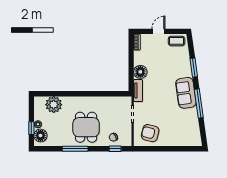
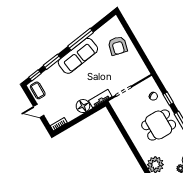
window: (191, 46) -> (35, 75), added
sofa: (186, 93) -> (78, 56), width x1.36
armchair: (150, 133) -> (118, 46), moved
window: (115, 149) -> (168, 99), moved

